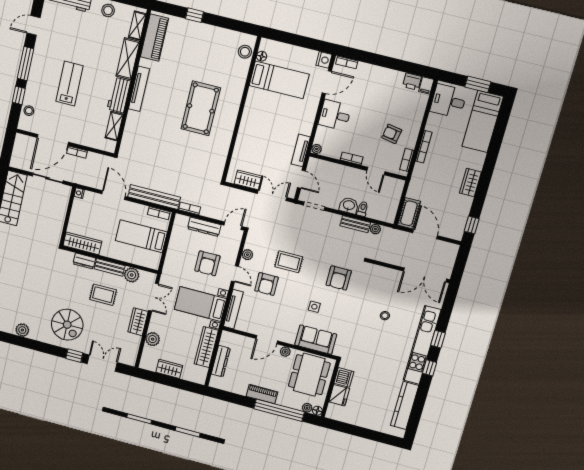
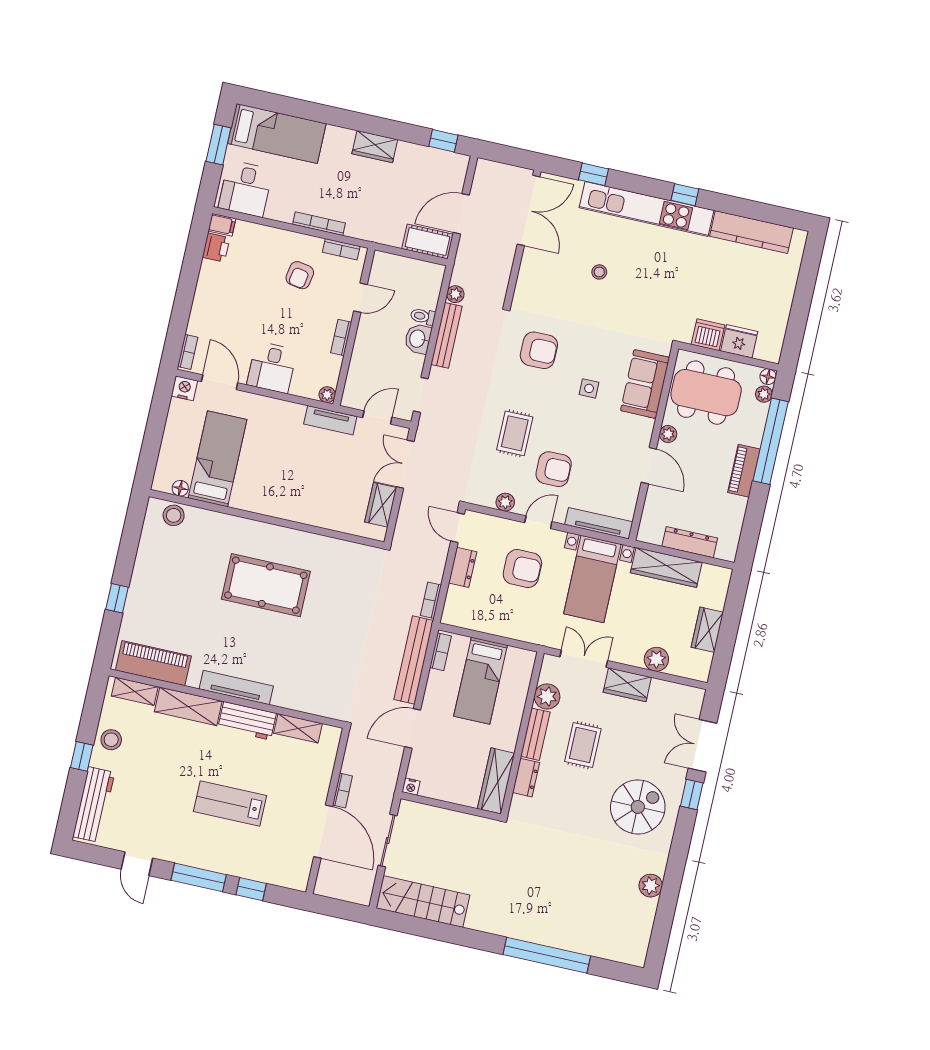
stool: (29, 111) -> (276, 872), removed
bench: (355, 224) -> (447, 335), width x1.36
dresser: (204, 227) -> (463, 567), width x0.70
window: (438, 339) -> (594, 174), moved

